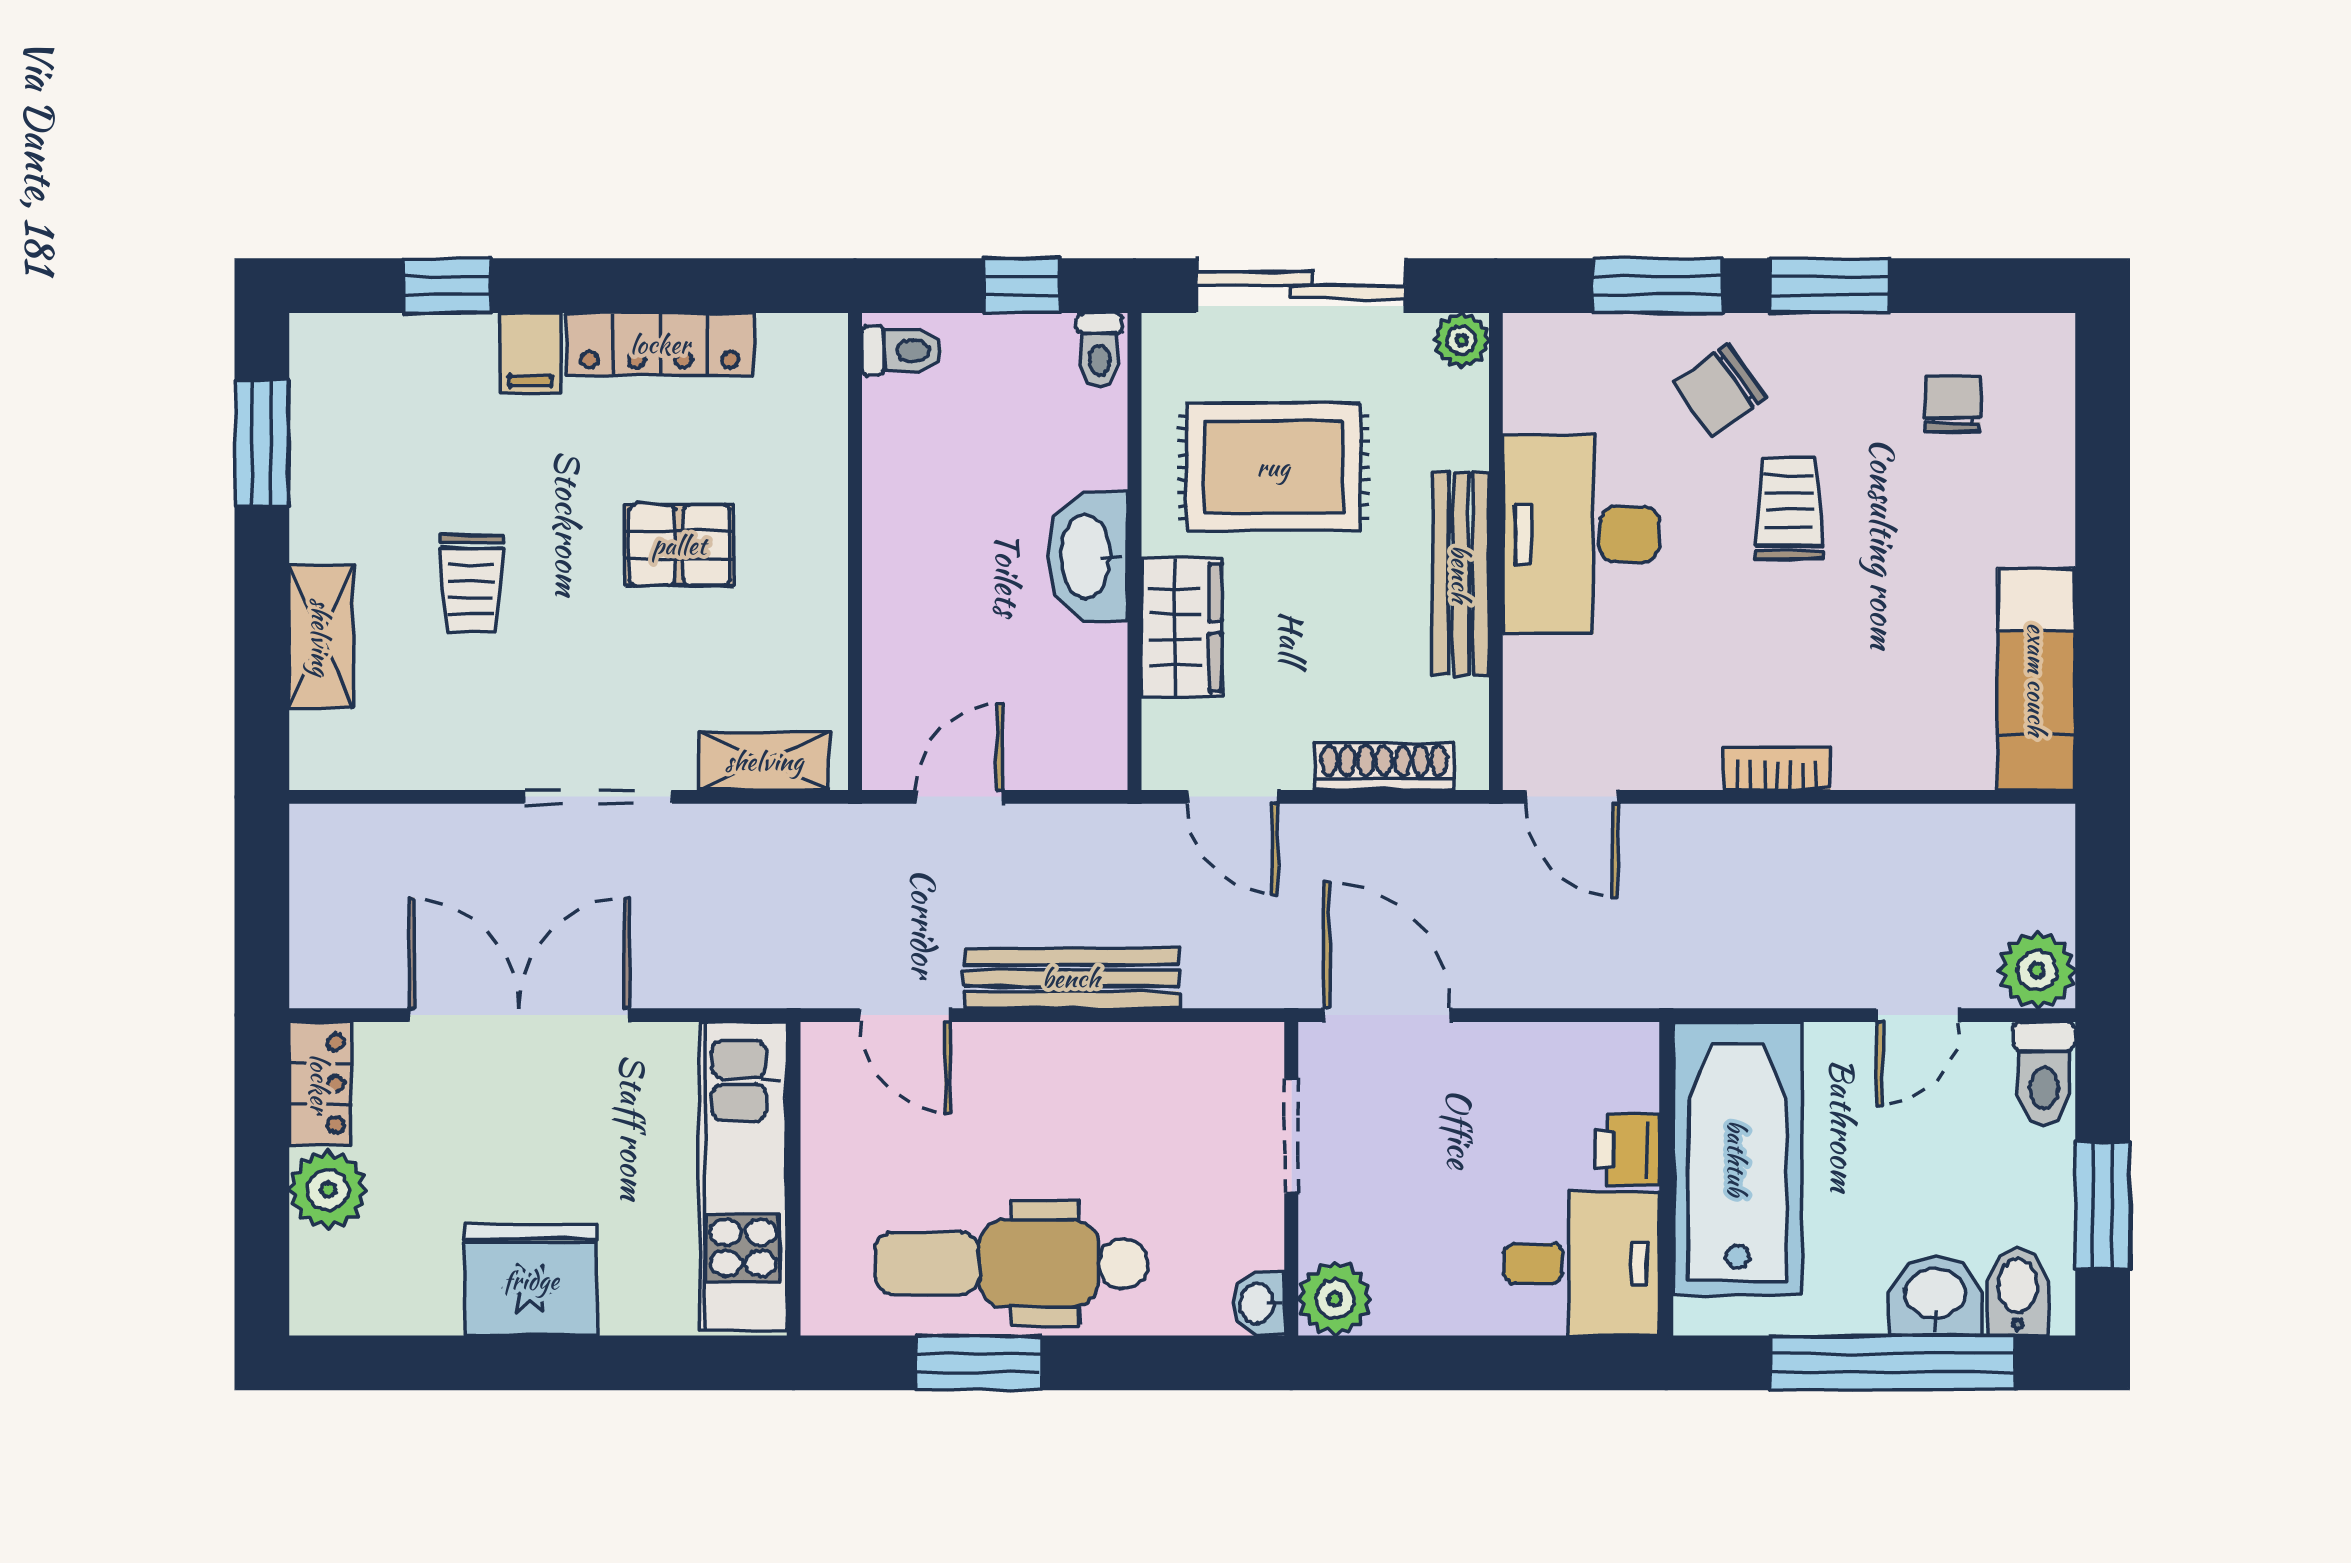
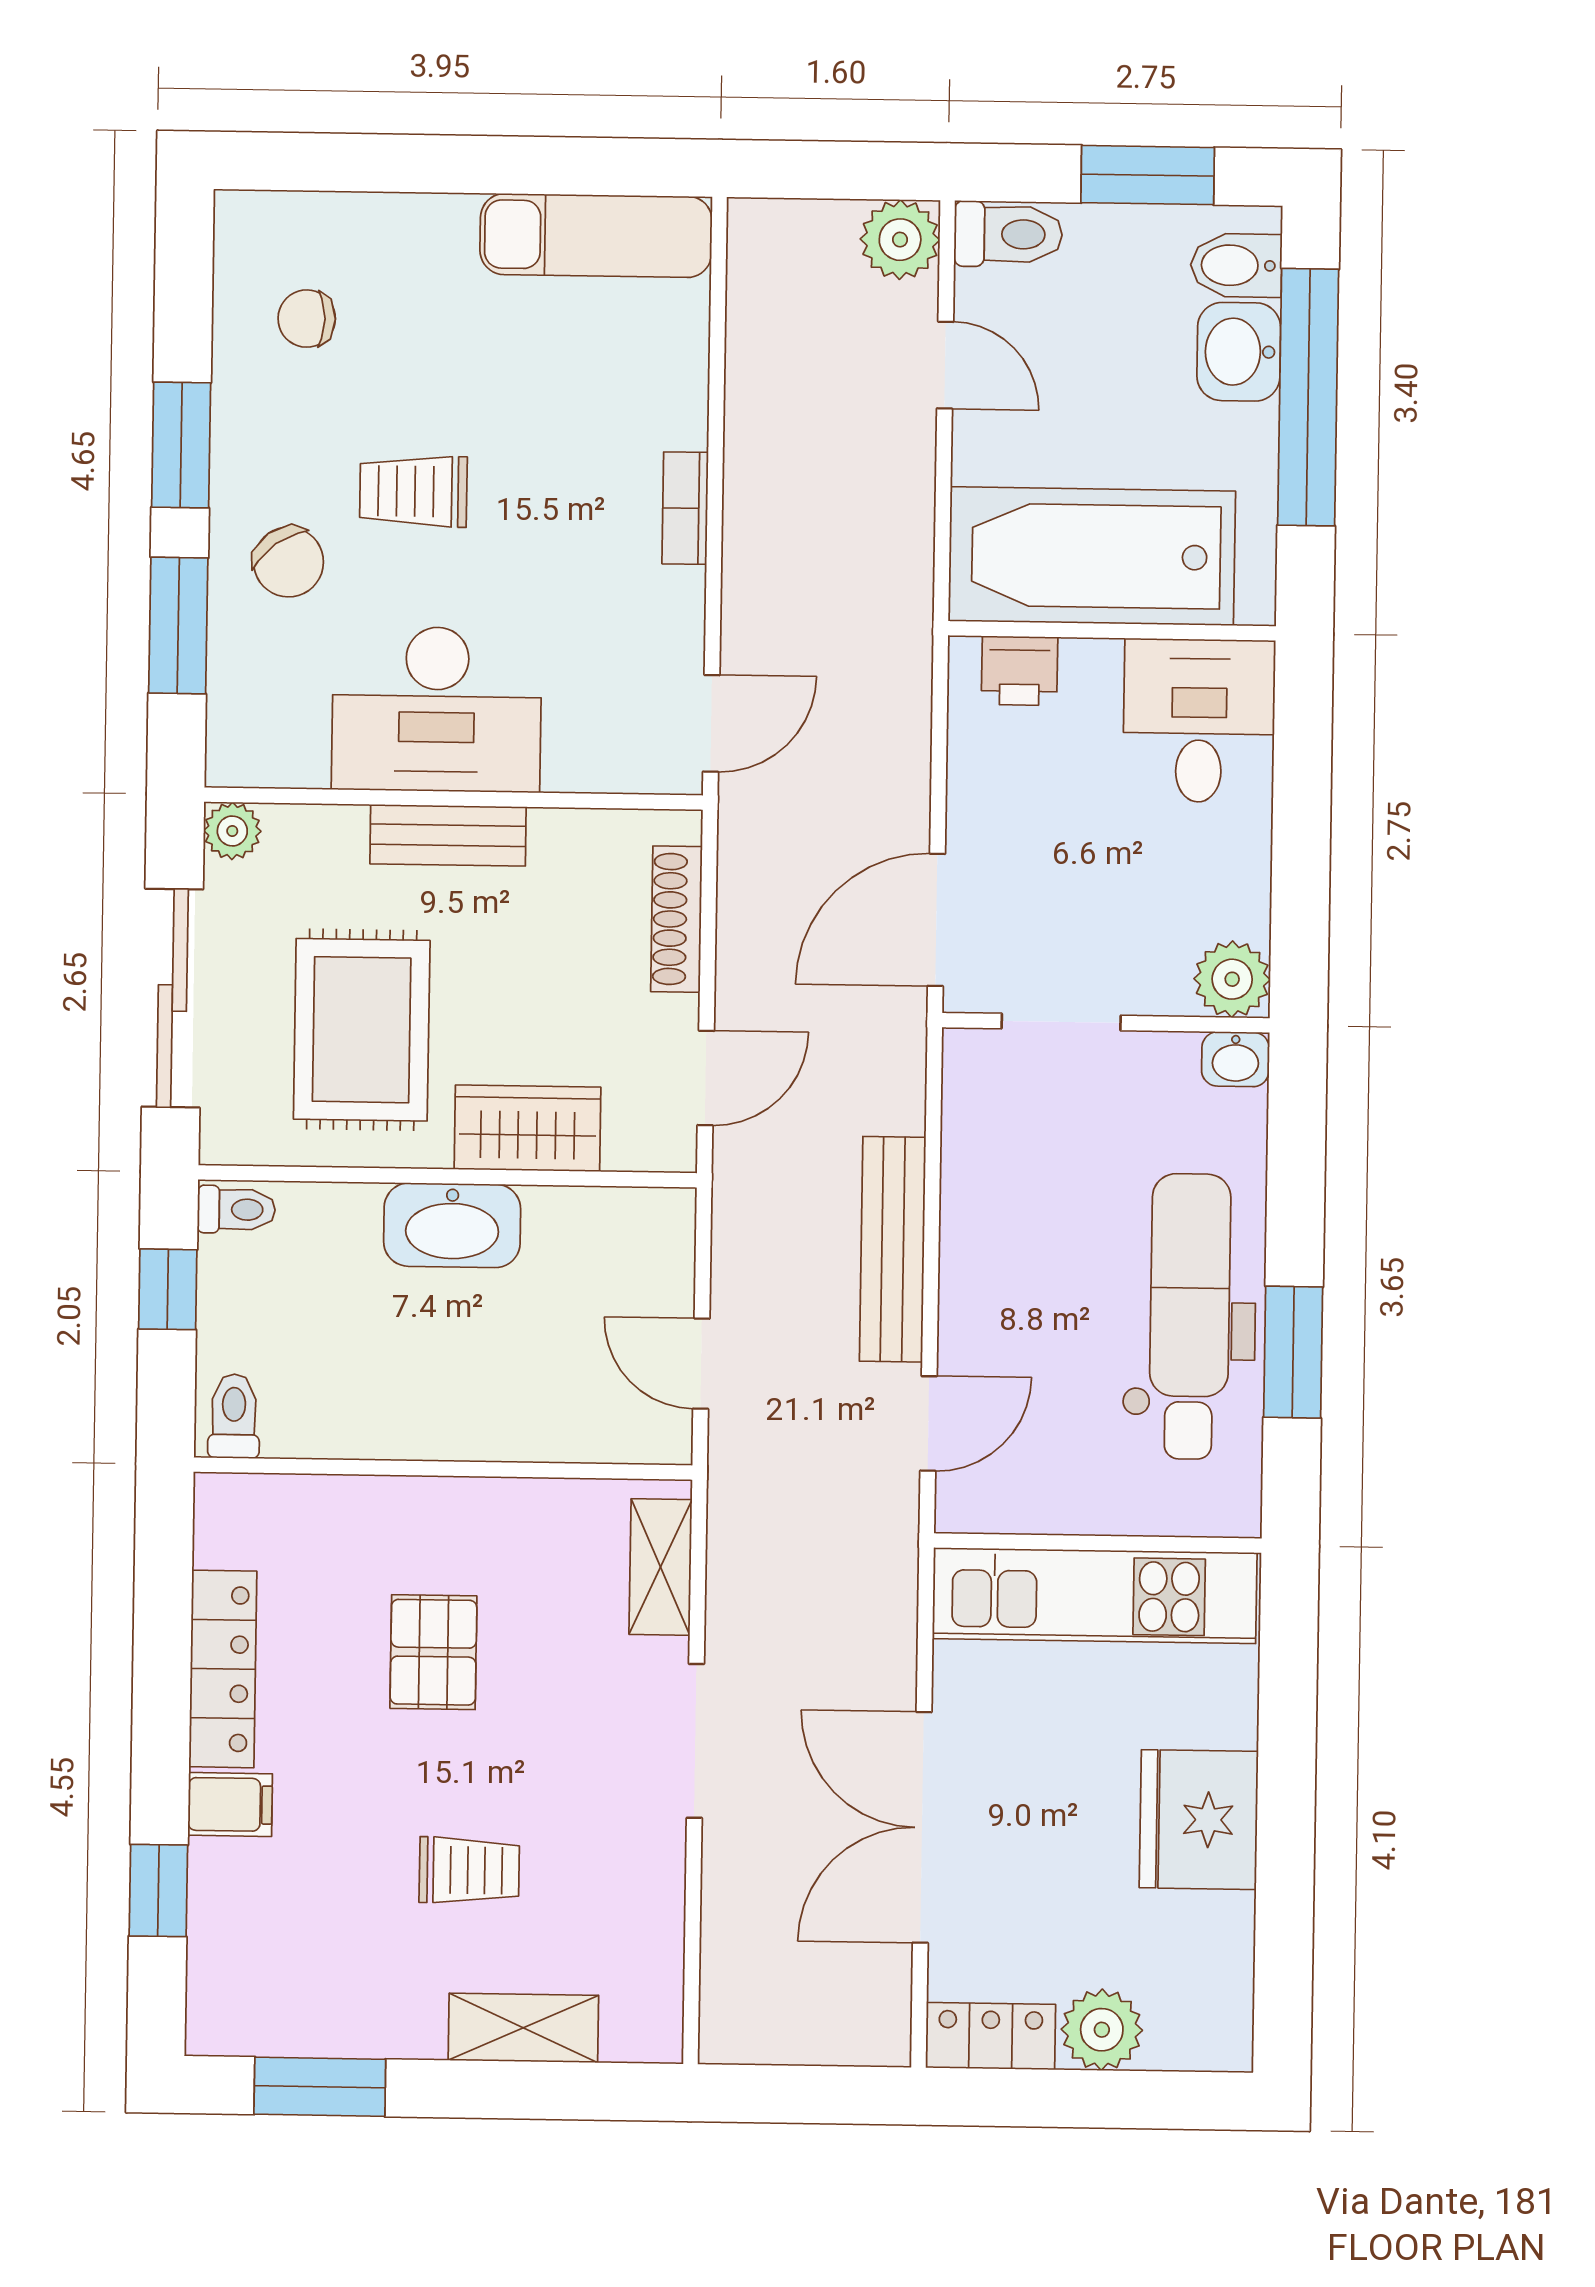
bench: (1461, 574) -> (448, 835), width x0.73
printer: (1627, 1150) -> (1020, 671), moved
dental chair: (1012, 1263) -> (1190, 1316), turned 180

